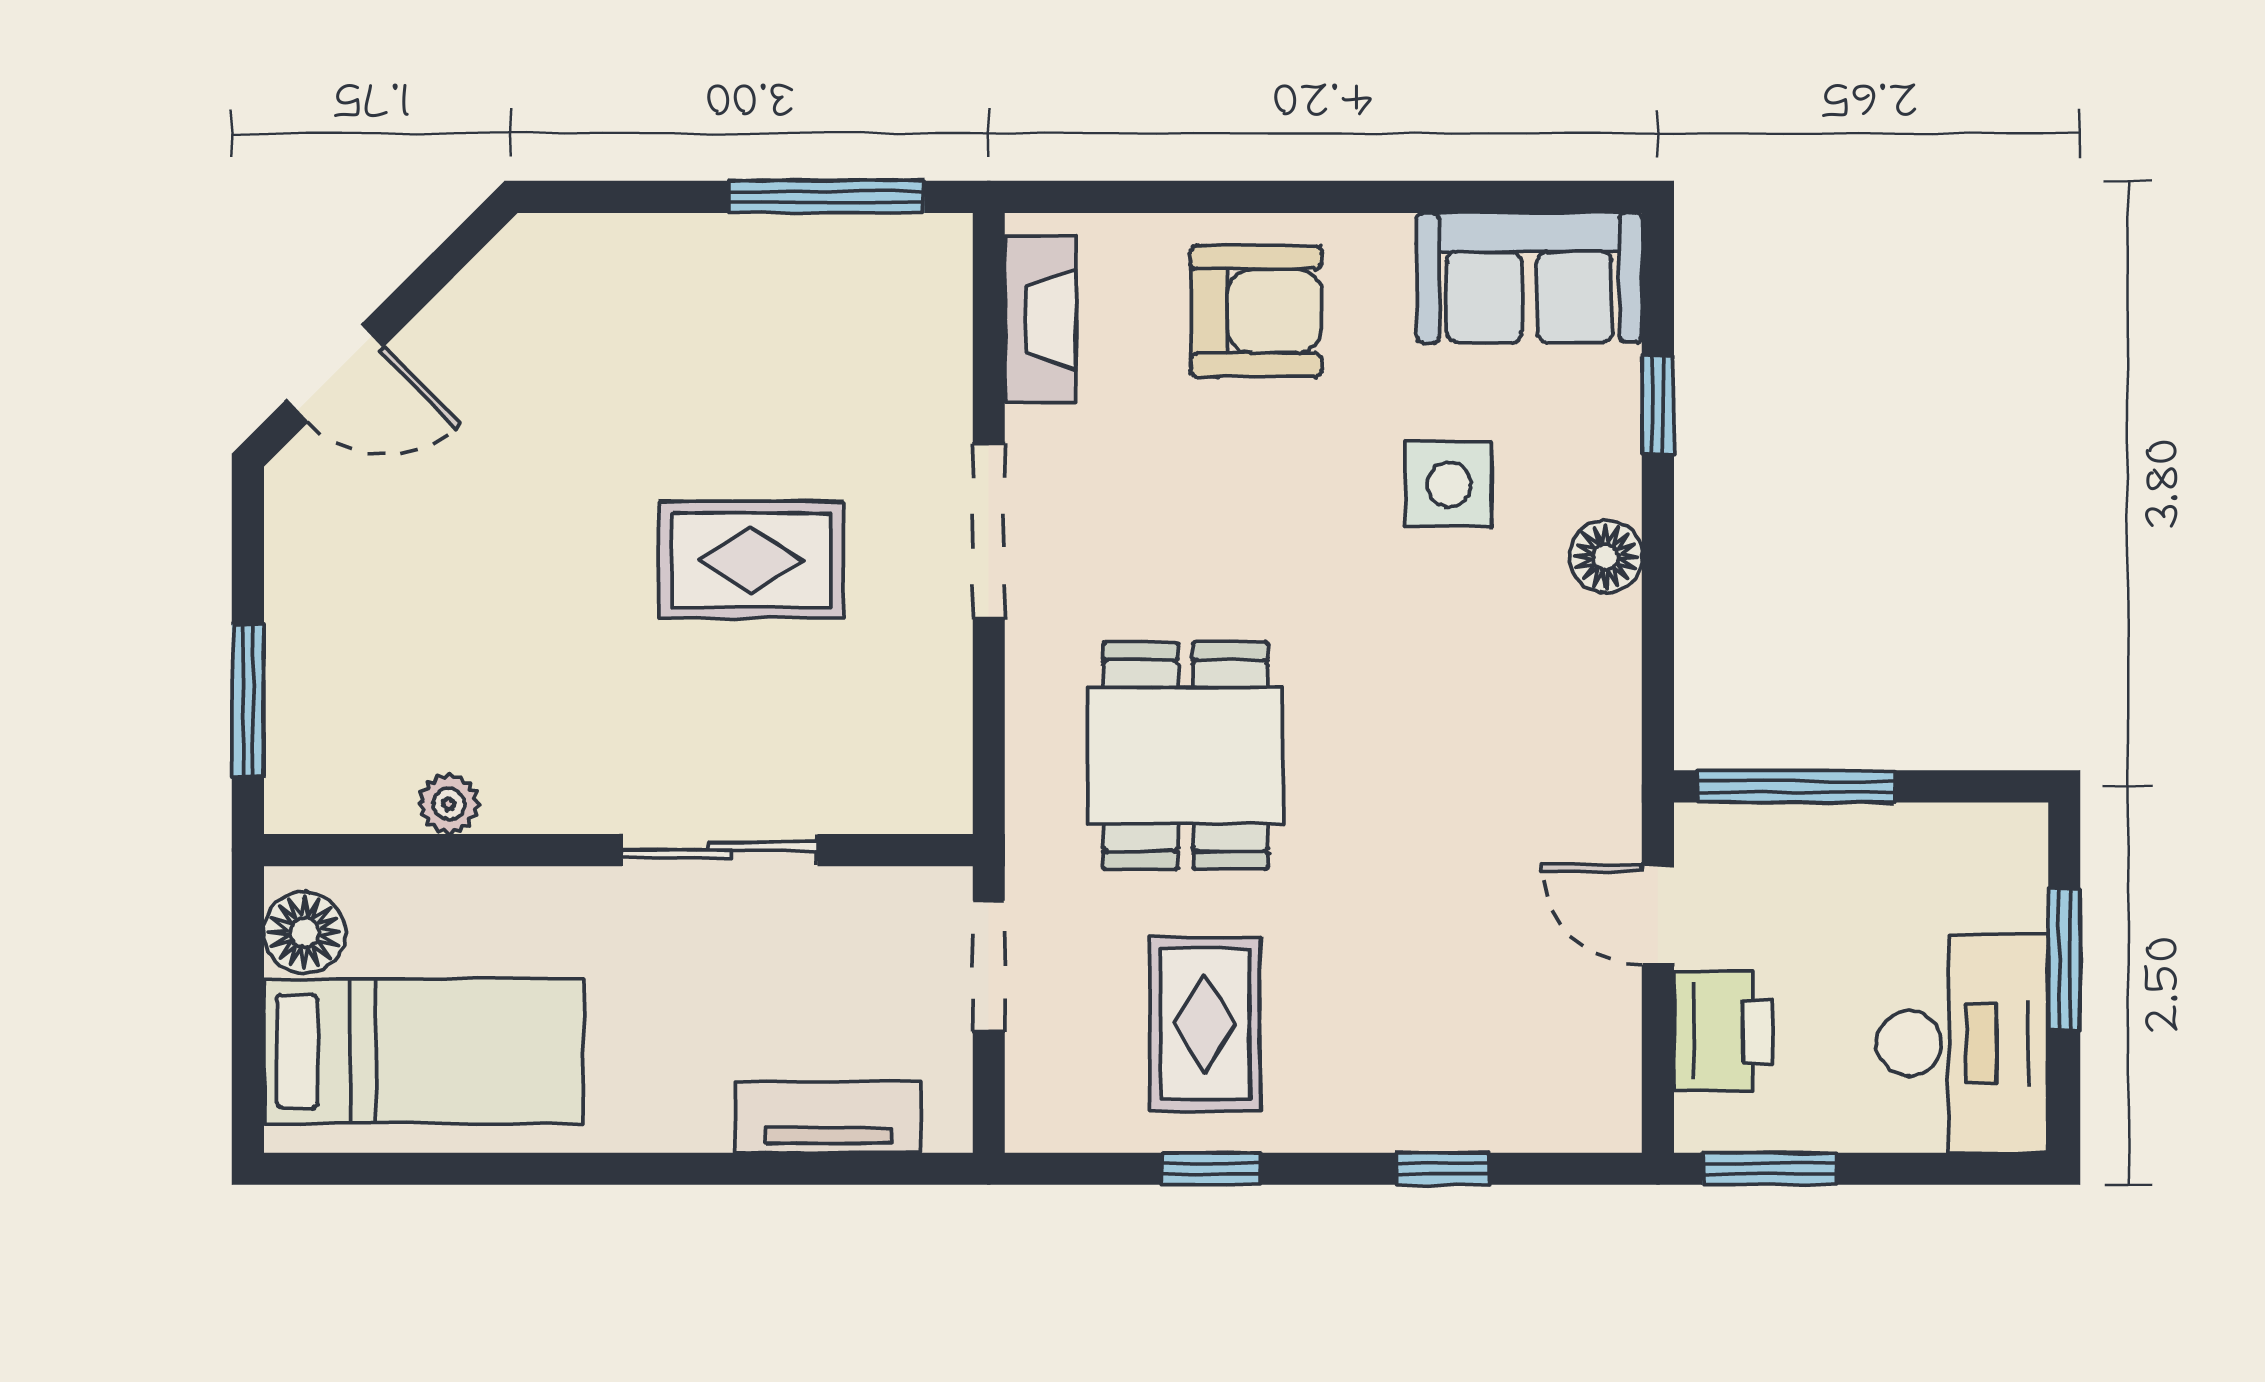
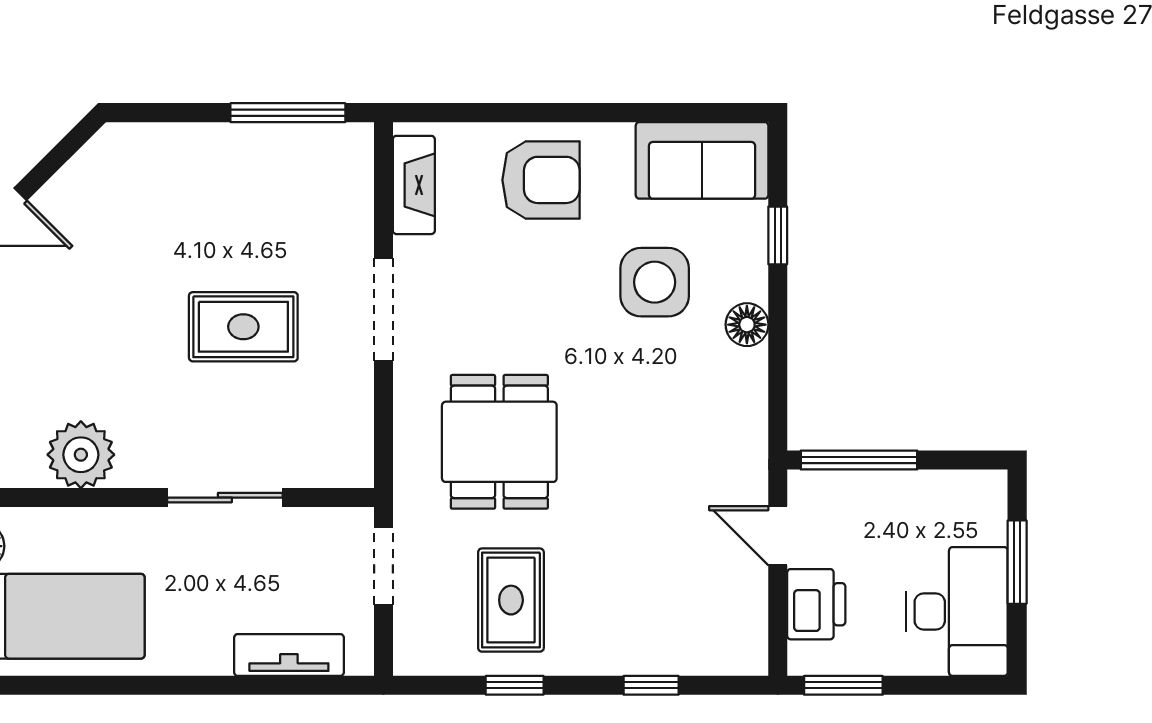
side table: (1449, 485) -> (655, 282), width x1.37, depth x1.37
plant: (449, 804) -> (81, 455), width x1.87, depth x1.87

